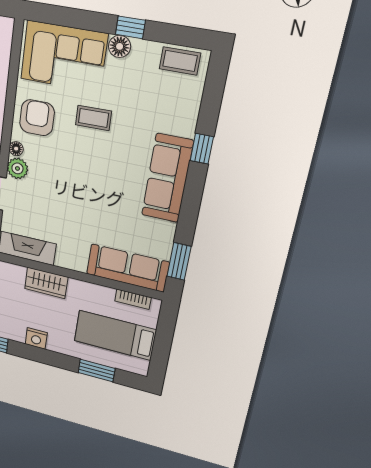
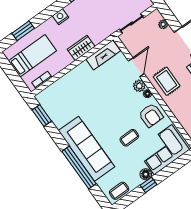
window: (202, 149) -> (79, 168), width x3.17
sofa: (167, 178) -> (87, 149), width x1.36, depth x1.27
sofa: (128, 268) -> (57, 91), removed

